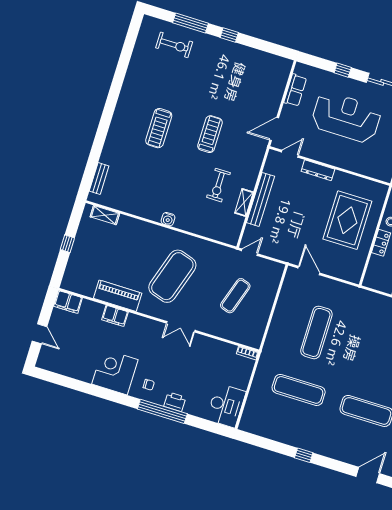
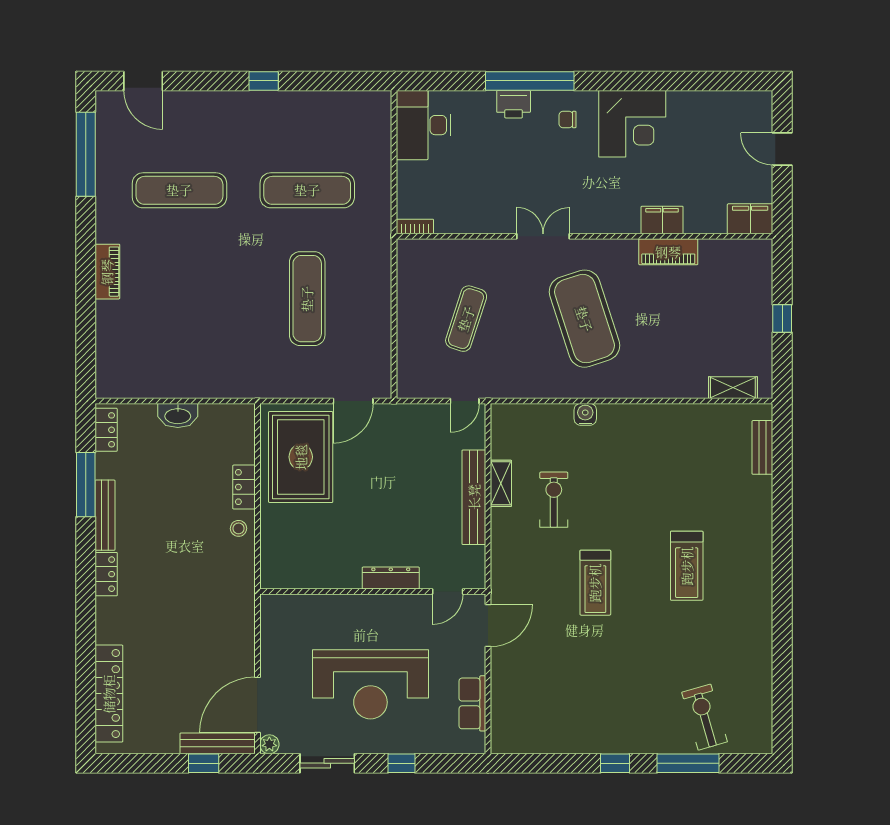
exercise bike: (174, 45) -> (704, 717), turned 74
treadmill: (159, 128) -> (687, 566), turned 180
water cooler: (168, 219) -> (585, 414), moved
rug: (347, 220) -> (301, 457), moved
door: (309, 271) -> (353, 401), hinge flipped
exercise mat: (172, 276) -> (584, 319), turned -36
piano: (118, 296) -> (668, 252), width x0.73, depth x0.75
door: (368, 475) -> (143, 81), hinge flipped

